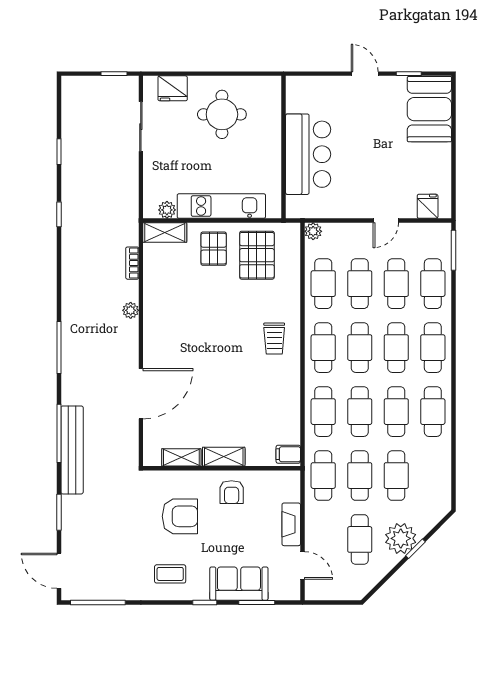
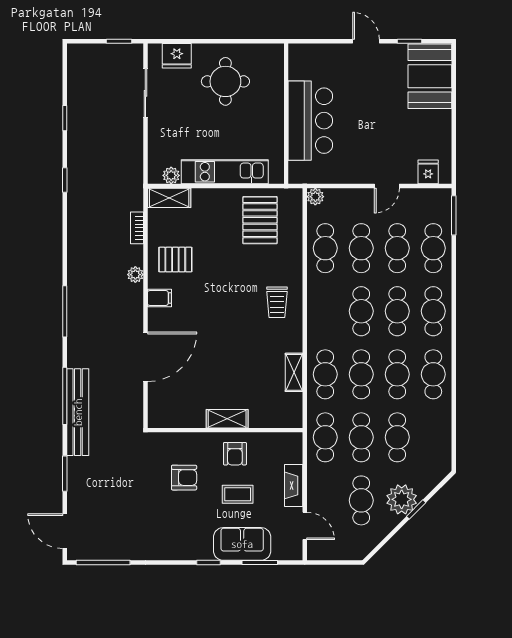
pallet: (214, 249) -> (175, 260), moved, turned 90
cafe table: (323, 348) -> (325, 311), removed
filing cabinet: (288, 454) -> (159, 298), moved, turned 180
shelving: (181, 457) -> (294, 372), moved, turned 90
armchair: (180, 516) -> (184, 478), width x0.72, depth x0.72
coffee table: (170, 574) -> (238, 494), moved

